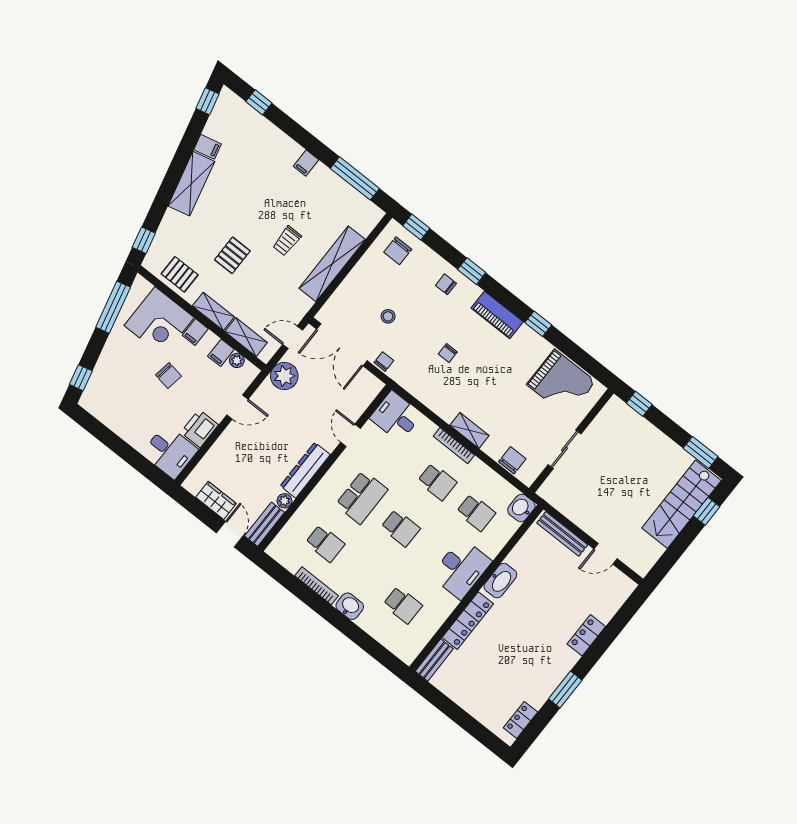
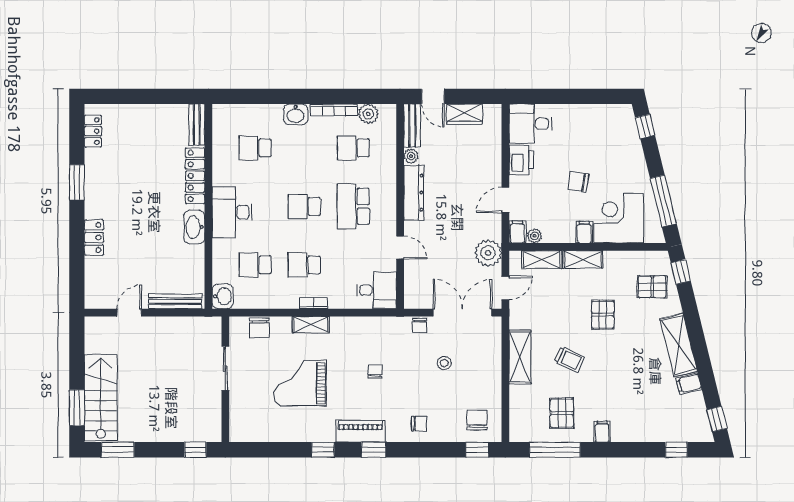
pallet: (326, 203) -> (562, 413), added
trolley: (287, 241) -> (569, 359), turned 115
shelving: (332, 264) -> (520, 357), width x0.68
window: (472, 271) -> (374, 450), moved
pallet: (180, 274) -> (652, 287), moved
filing cabinet: (221, 353) -> (517, 232), moved
grand piano: (561, 383) -> (300, 383), moved
bookcase: (454, 446) -> (314, 303), width x0.64
window: (707, 511) -> (77, 408), width x1.50
plant: (292, 561) -> (368, 114), added

